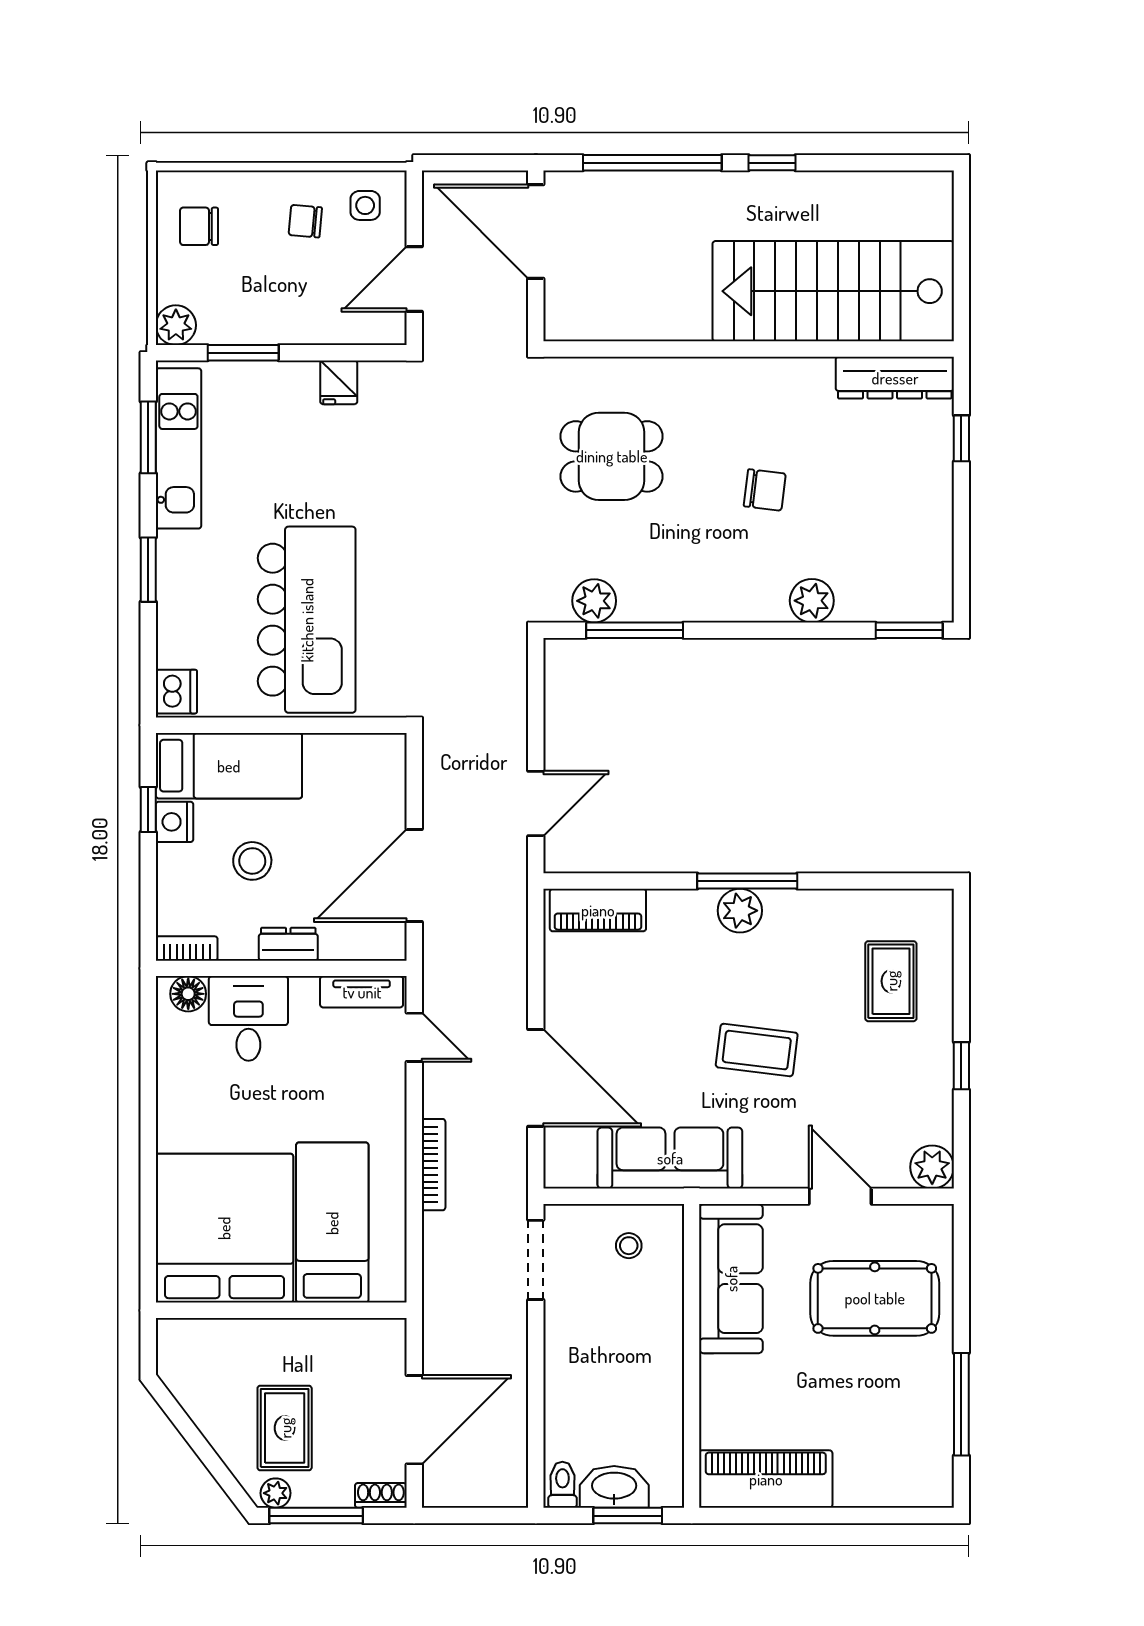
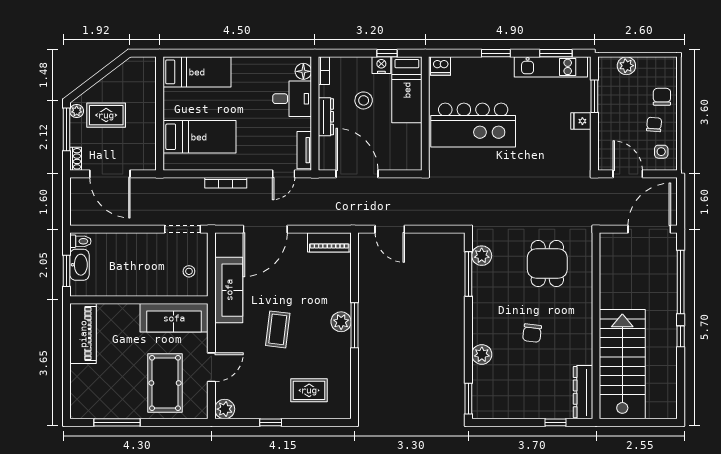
chair: (199, 226) -> (662, 97), moved
plant: (176, 325) -> (626, 66), moved
fridge: (339, 382) -> (581, 121), moved
piano: (598, 910) -> (329, 242), moved, turned -90
dresser: (288, 944) -> (326, 117), width x1.44
bed: (224, 1228) -> (197, 72), width x0.49

